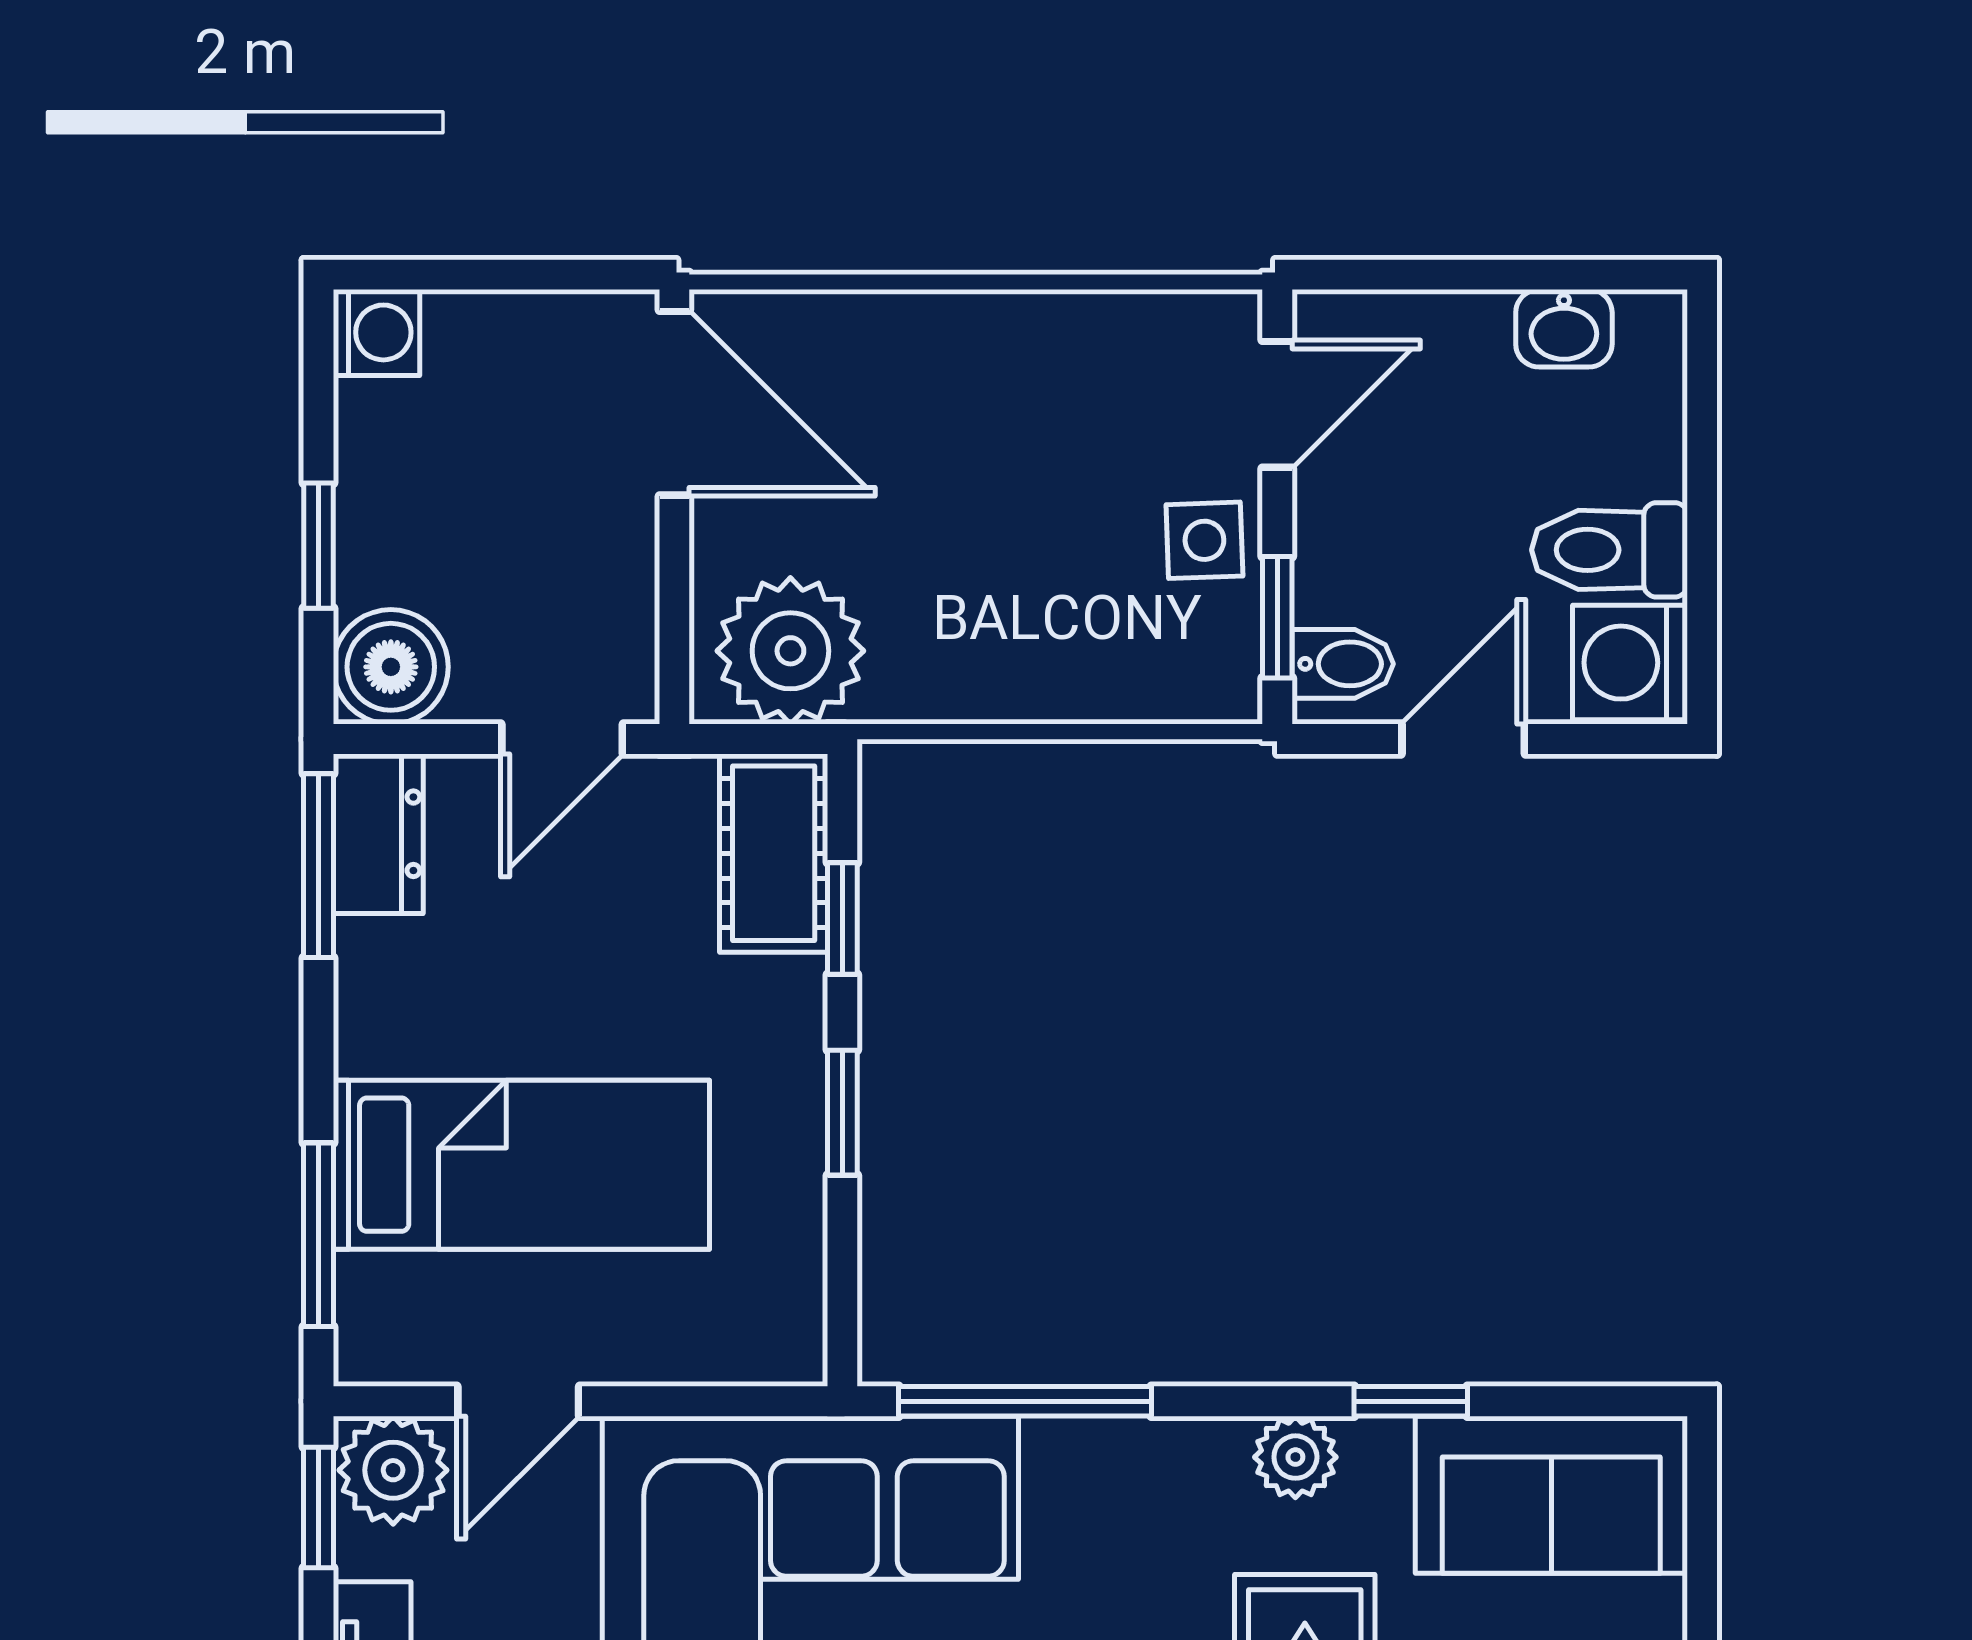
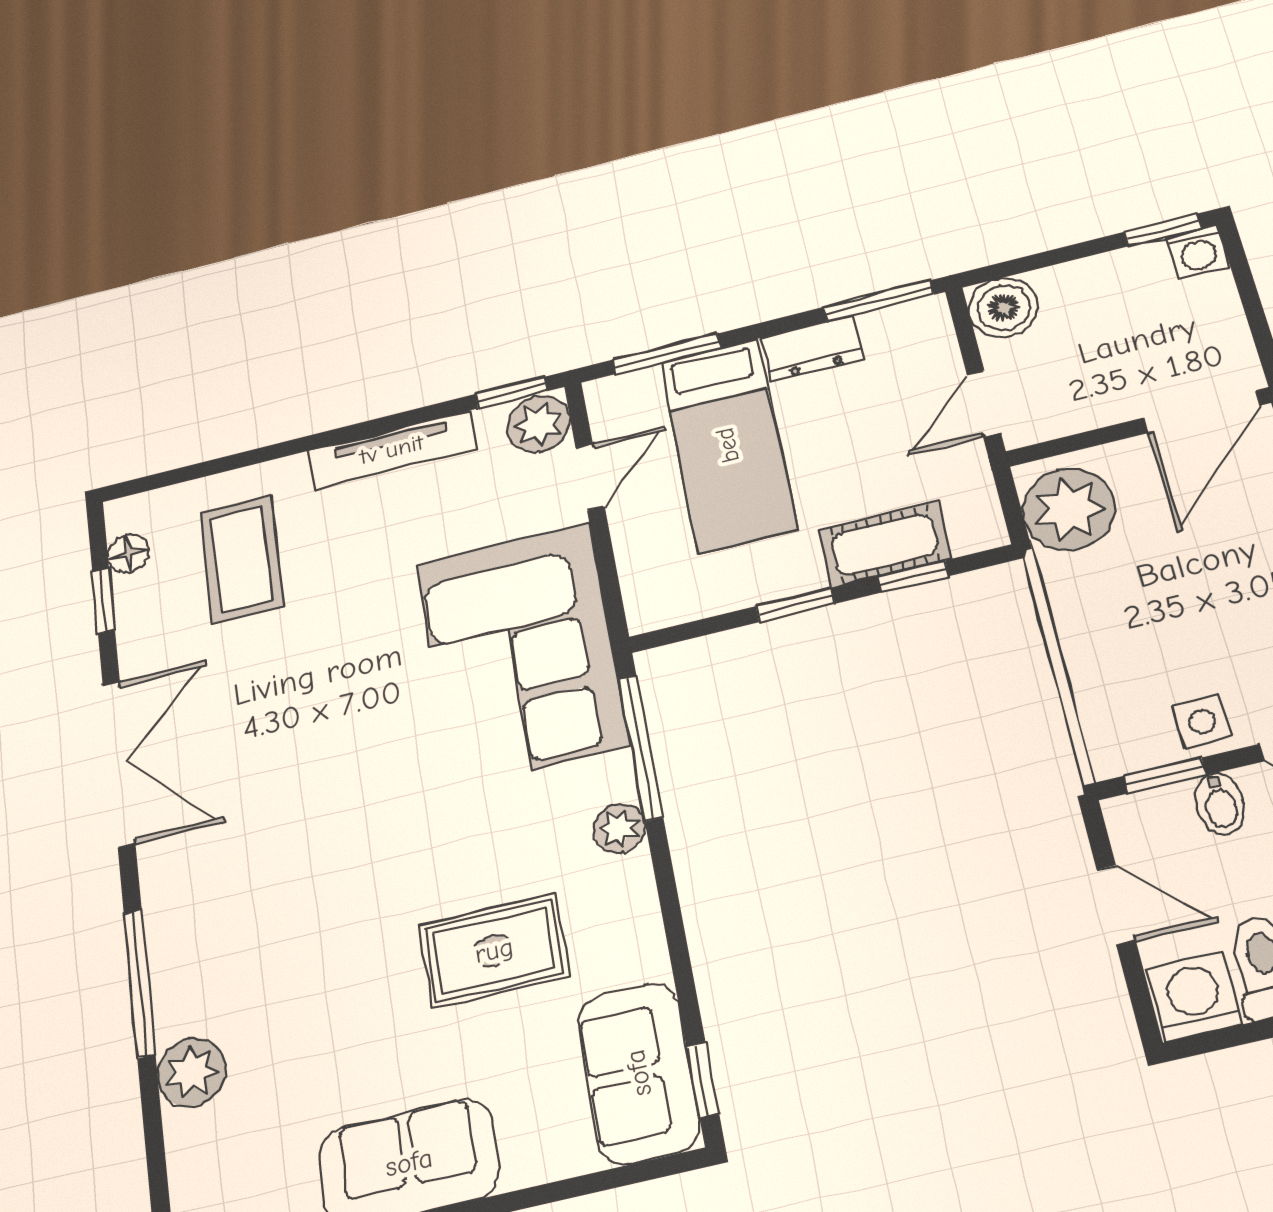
window: (319, 546) -> (1163, 230), moved
bidet: (1343, 664) -> (1220, 804), moved
door: (562, 739) -> (984, 404), hinge flipped
dresser: (378, 834) -> (812, 348), moved
cot: (774, 853) -> (885, 544), moved
door: (518, 1401) -> (590, 477), swing flipped
window: (1411, 1401) -> (703, 1080), moved
plant: (1295, 1457) -> (620, 828), moved

